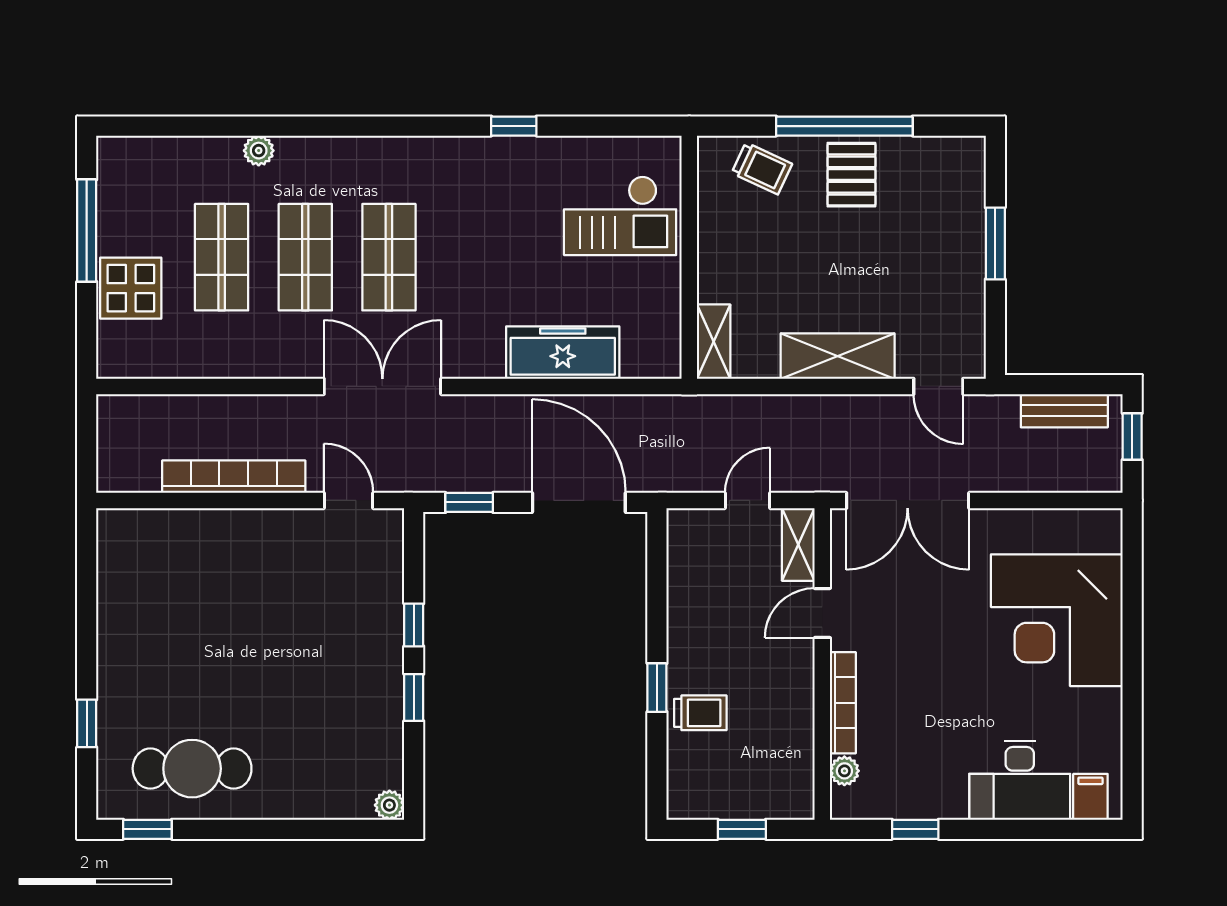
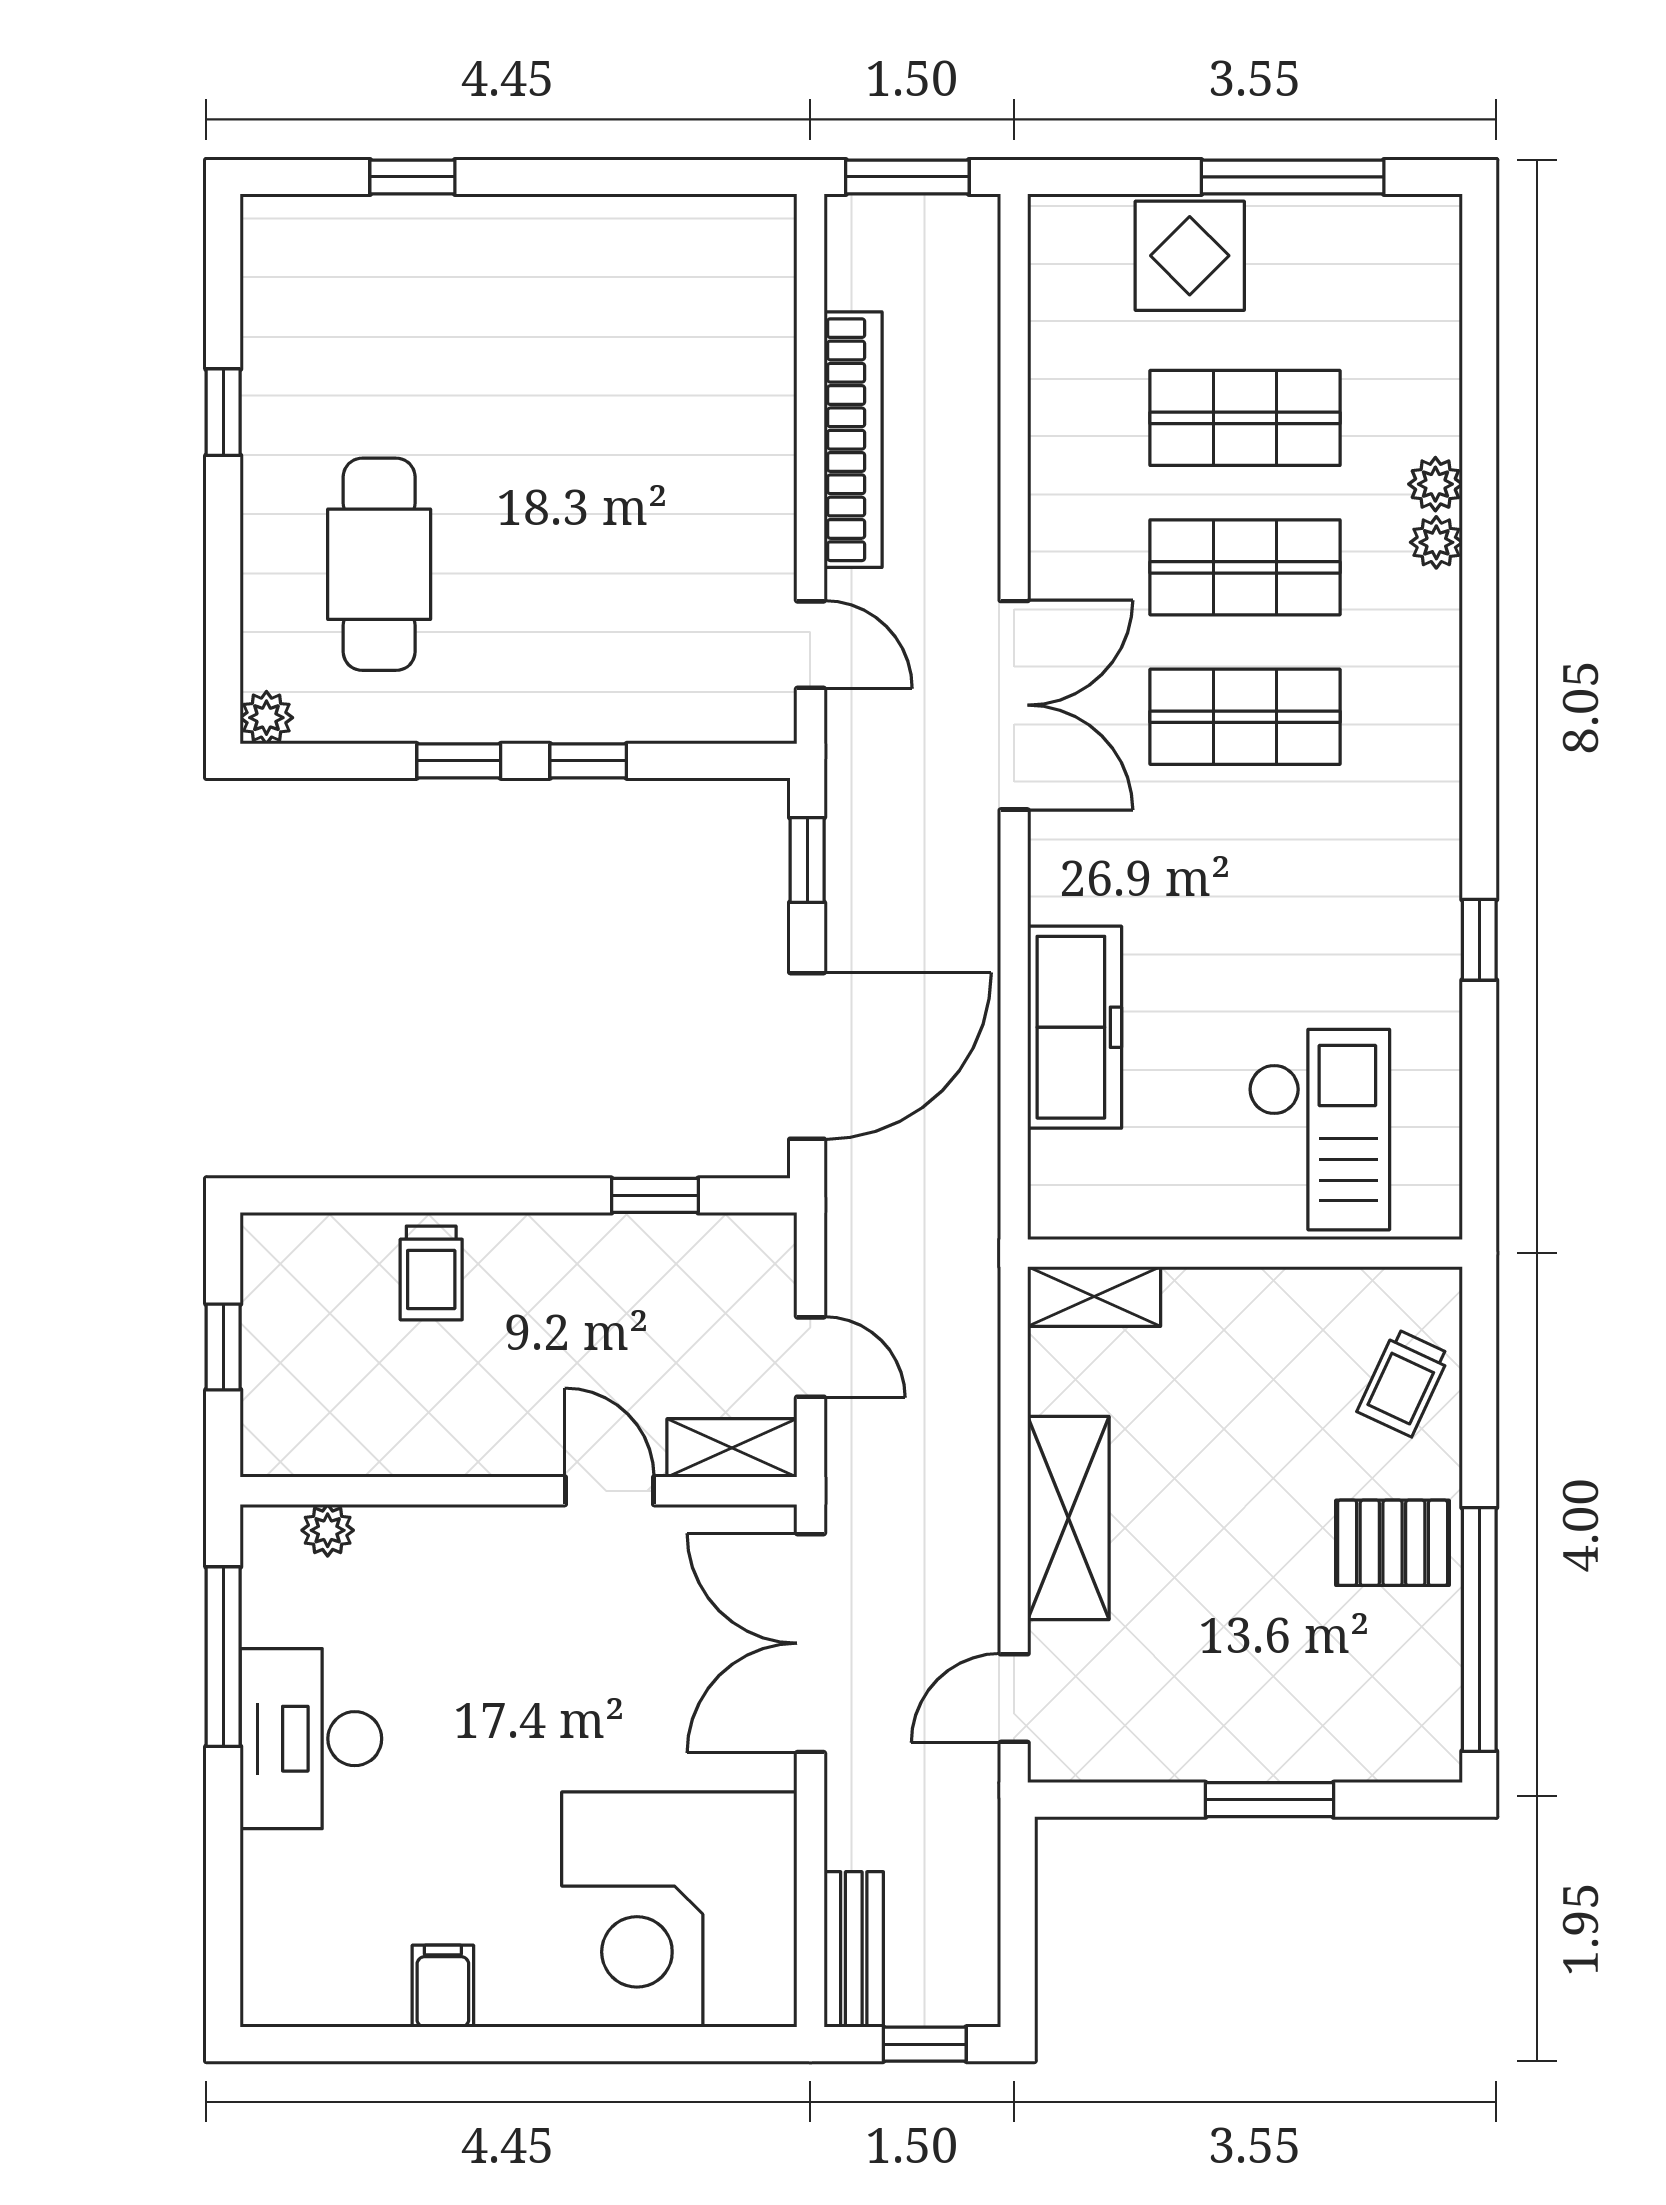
window: (844, 126) -> (1479, 1629), moved
plant: (291, 150) -> (1436, 542), added
checkout: (620, 216) -> (1319, 1130), turned 180
bench: (1064, 411) -> (854, 1949), moved
window: (87, 446) -> (907, 177), added
door: (349, 500) -> (810, 645), hinge flipped
corner desk: (1057, 620) -> (679, 1910), moved, turned -90
window: (657, 688) -> (655, 1195), moved
bookcase: (843, 703) -> (449, 1527), removed
cafe table: (192, 769) -> (379, 564), moved
desk: (1020, 780) -> (311, 1739), moved
filing cabinet: (1090, 797) -> (443, 1986), moved, turned -90
window: (147, 829) -> (223, 412), moved
window: (915, 829) -> (223, 1657), width x2.17

